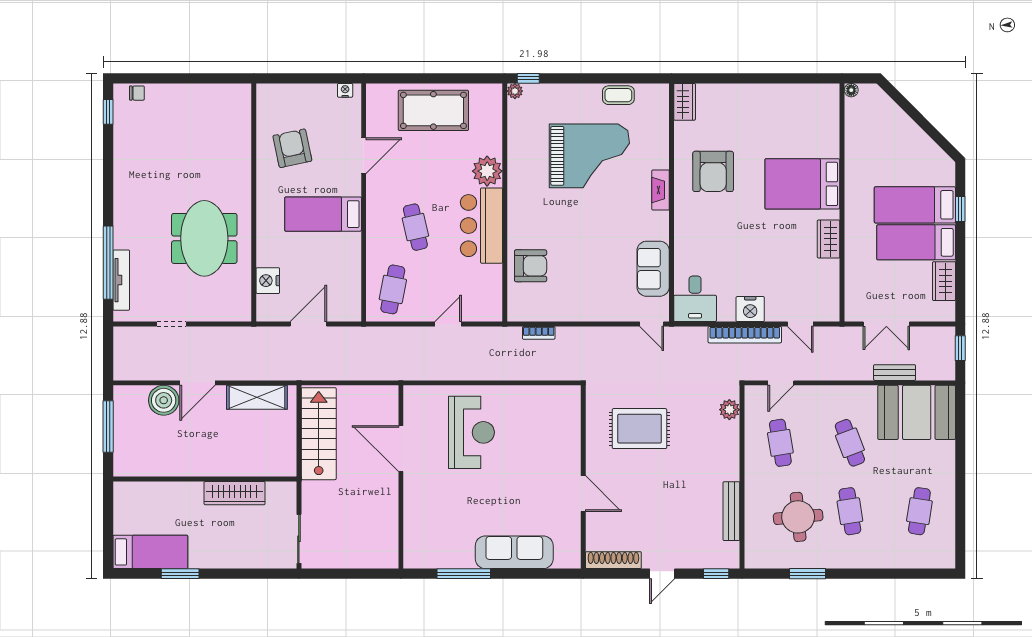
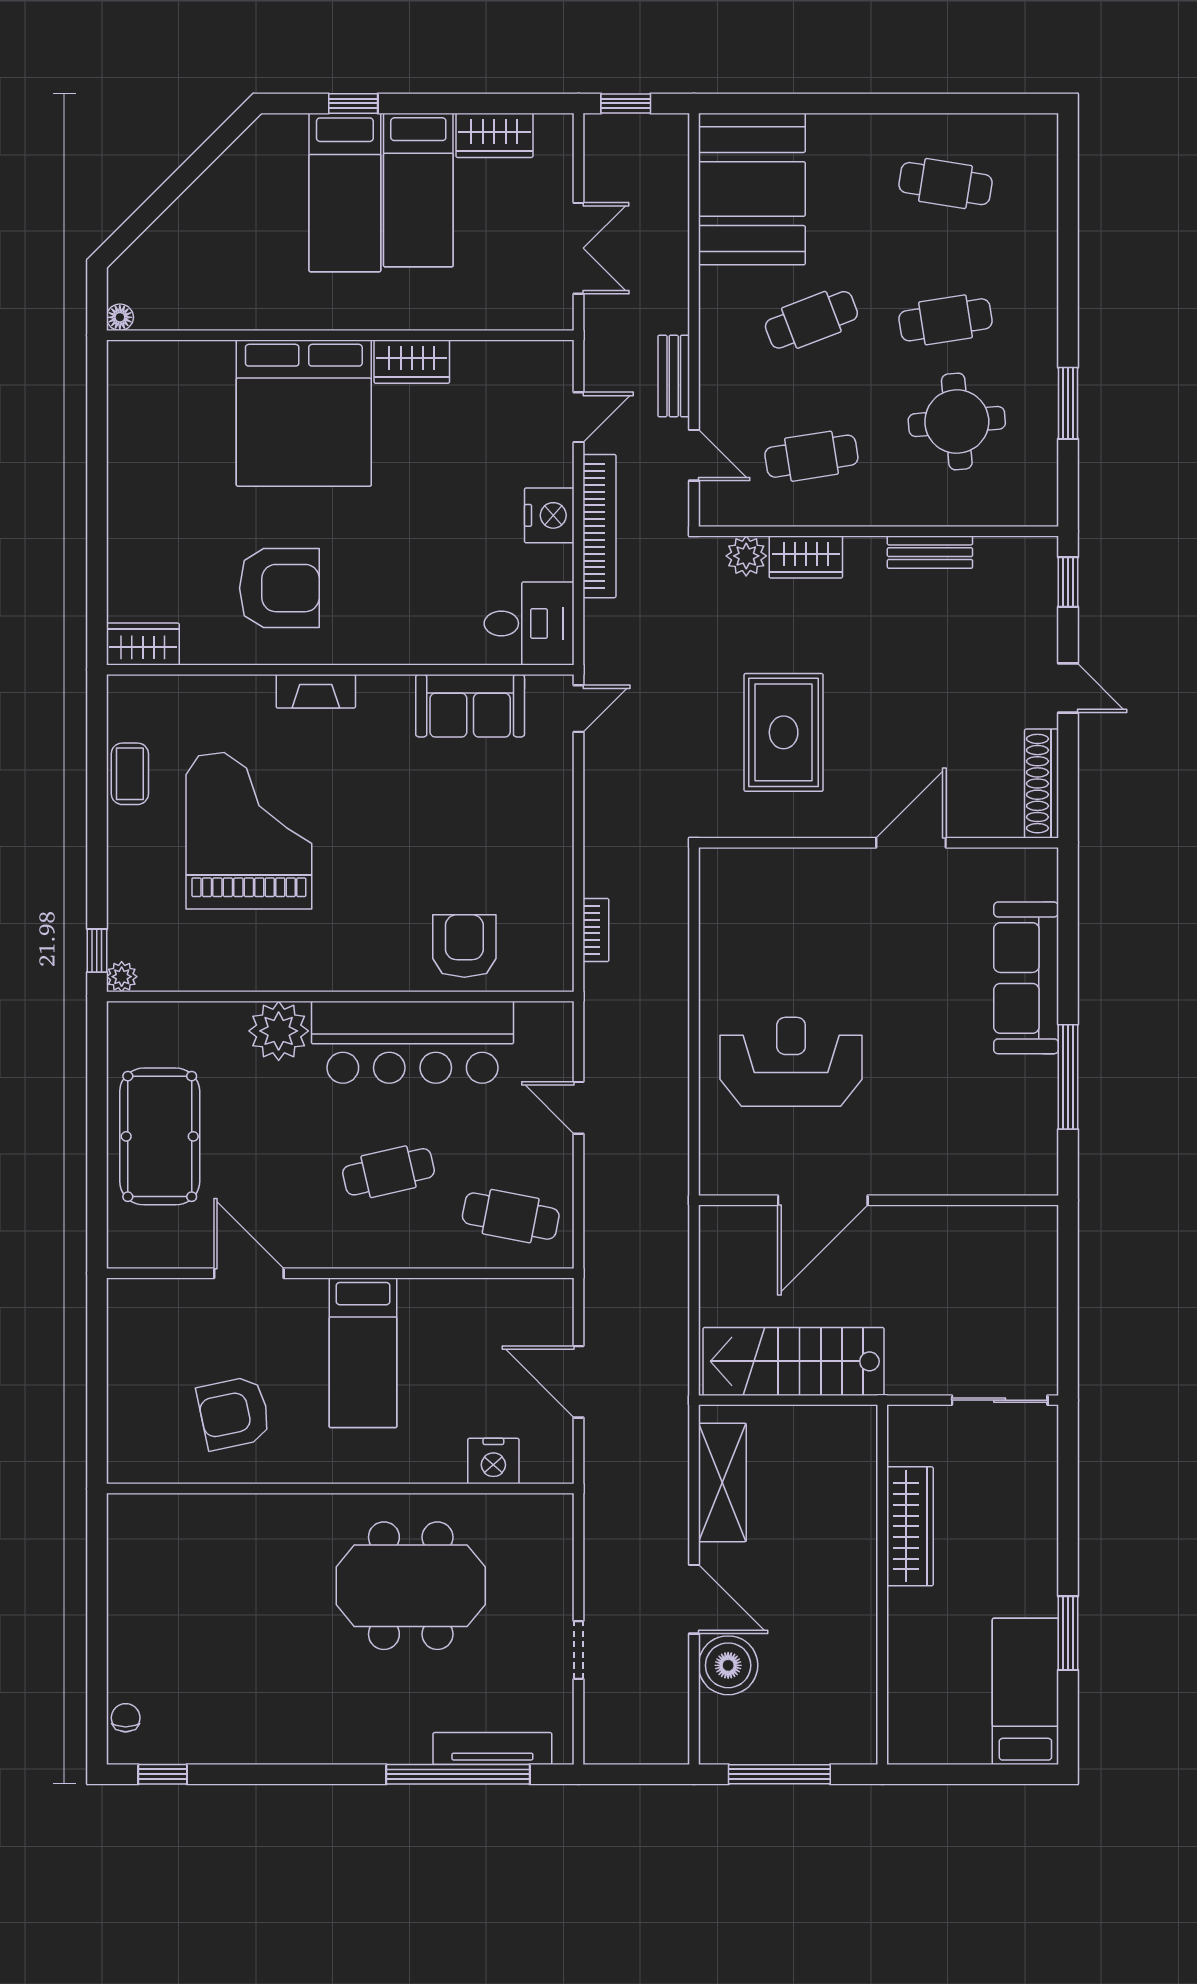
nightstand: (345, 90) -> (120, 1310), removed
bed: (802, 184) -> (304, 413), width x1.36
bar counter: (481, 226) -> (412, 1042), width x1.36
bench: (895, 373) -> (674, 376), moved
wardrobe: (729, 440) -> (806, 557), added
bench: (731, 511) -> (930, 552), width x0.73

